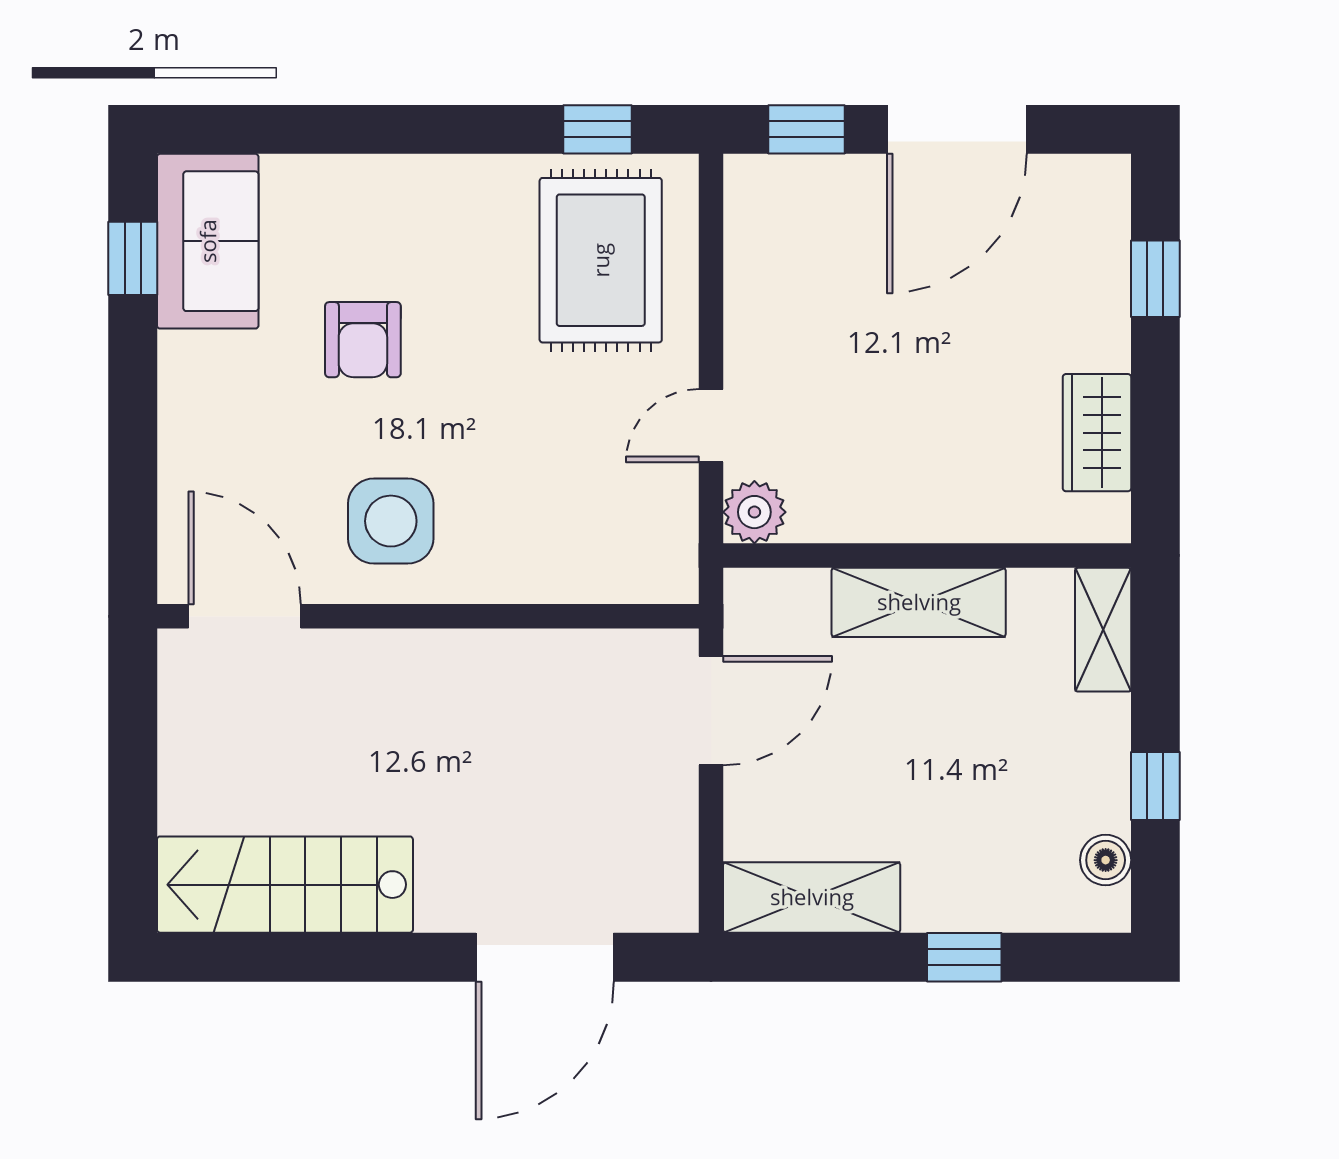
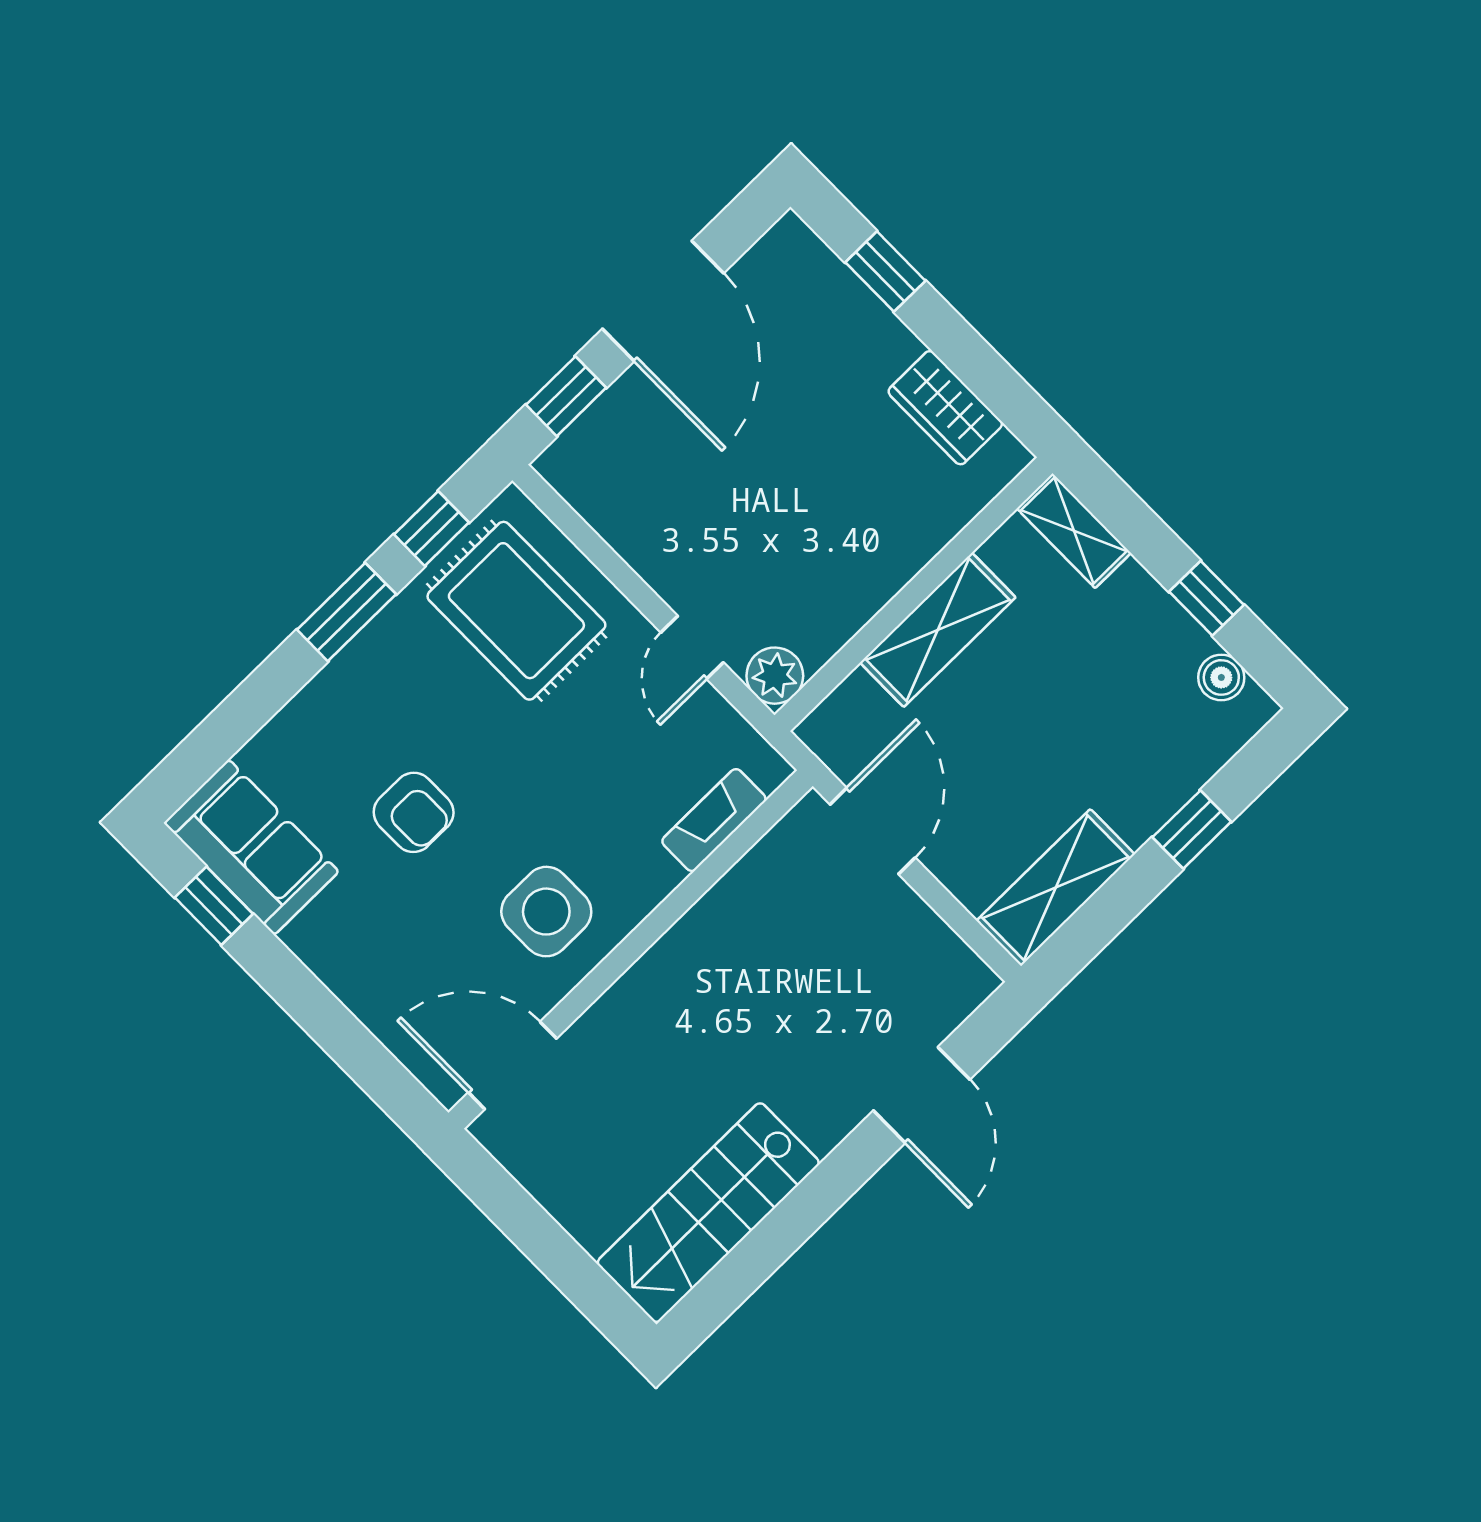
window: (466, 129) -> (347, 612), added
fireplace: (594, 579) -> (714, 820), added
door: (545, 957) -> (922, 1095), width x0.73

